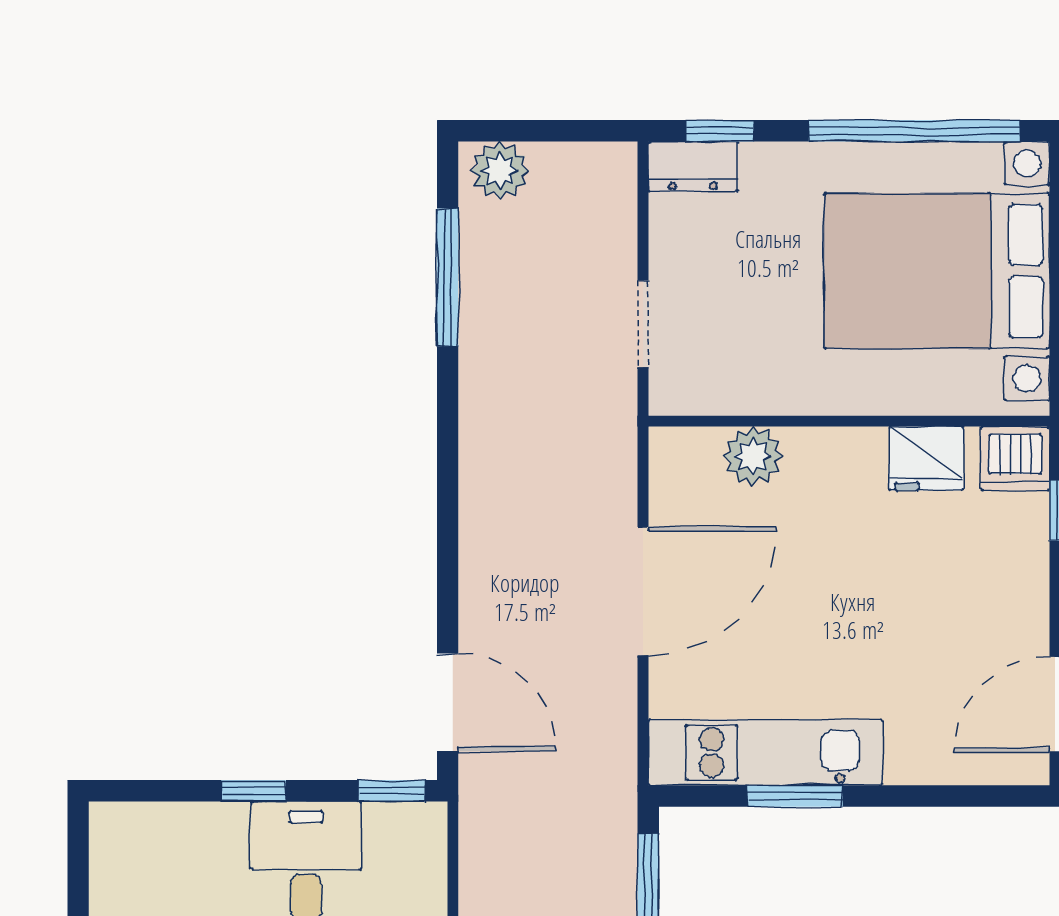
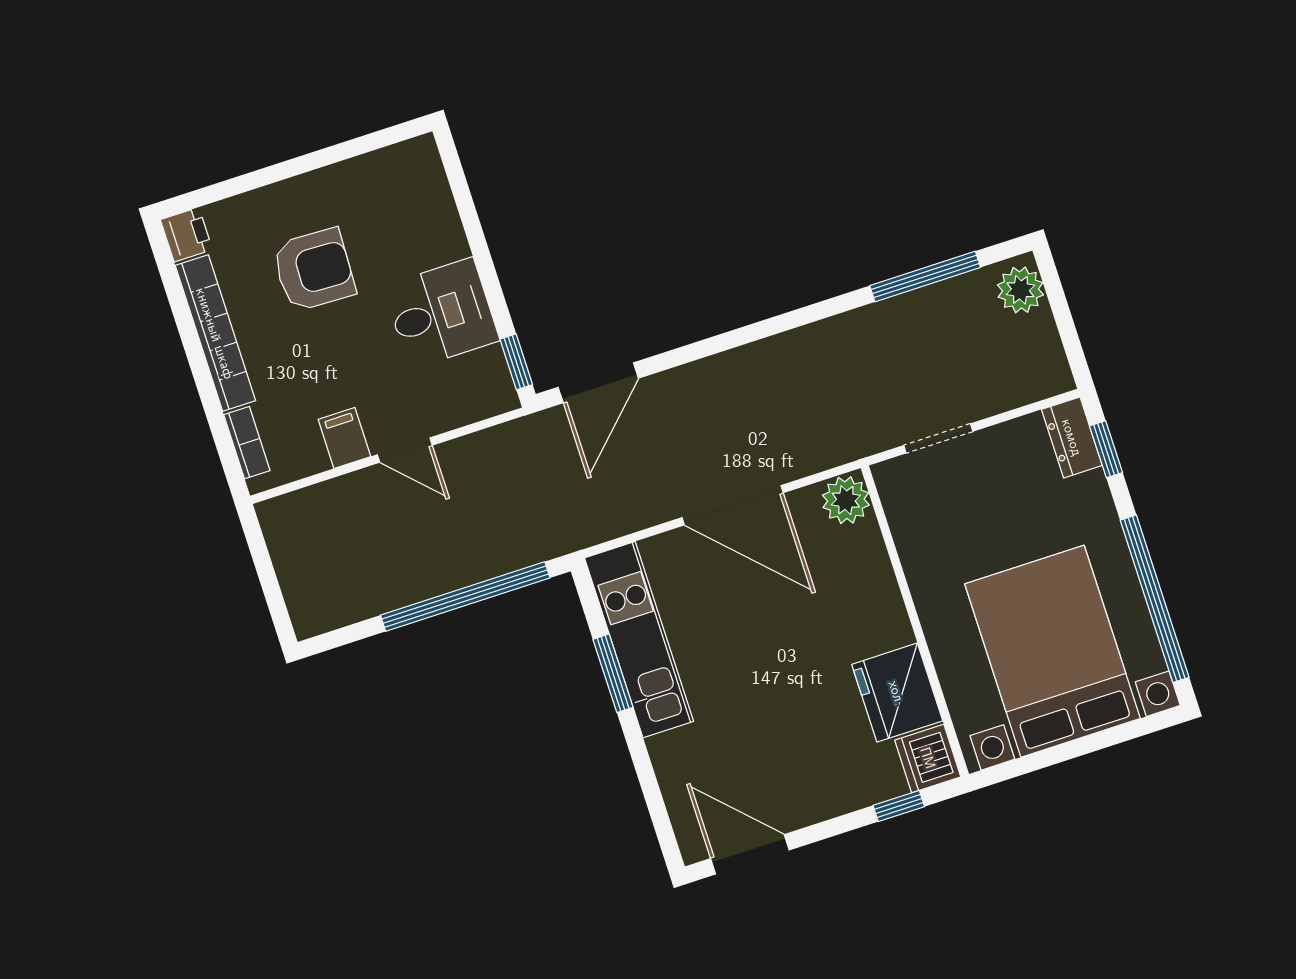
plant: (753, 456) -> (846, 500), moved
fridge: (926, 458) -> (897, 693), width x1.36, depth x1.34
window: (254, 791) -> (482, 255), removed

